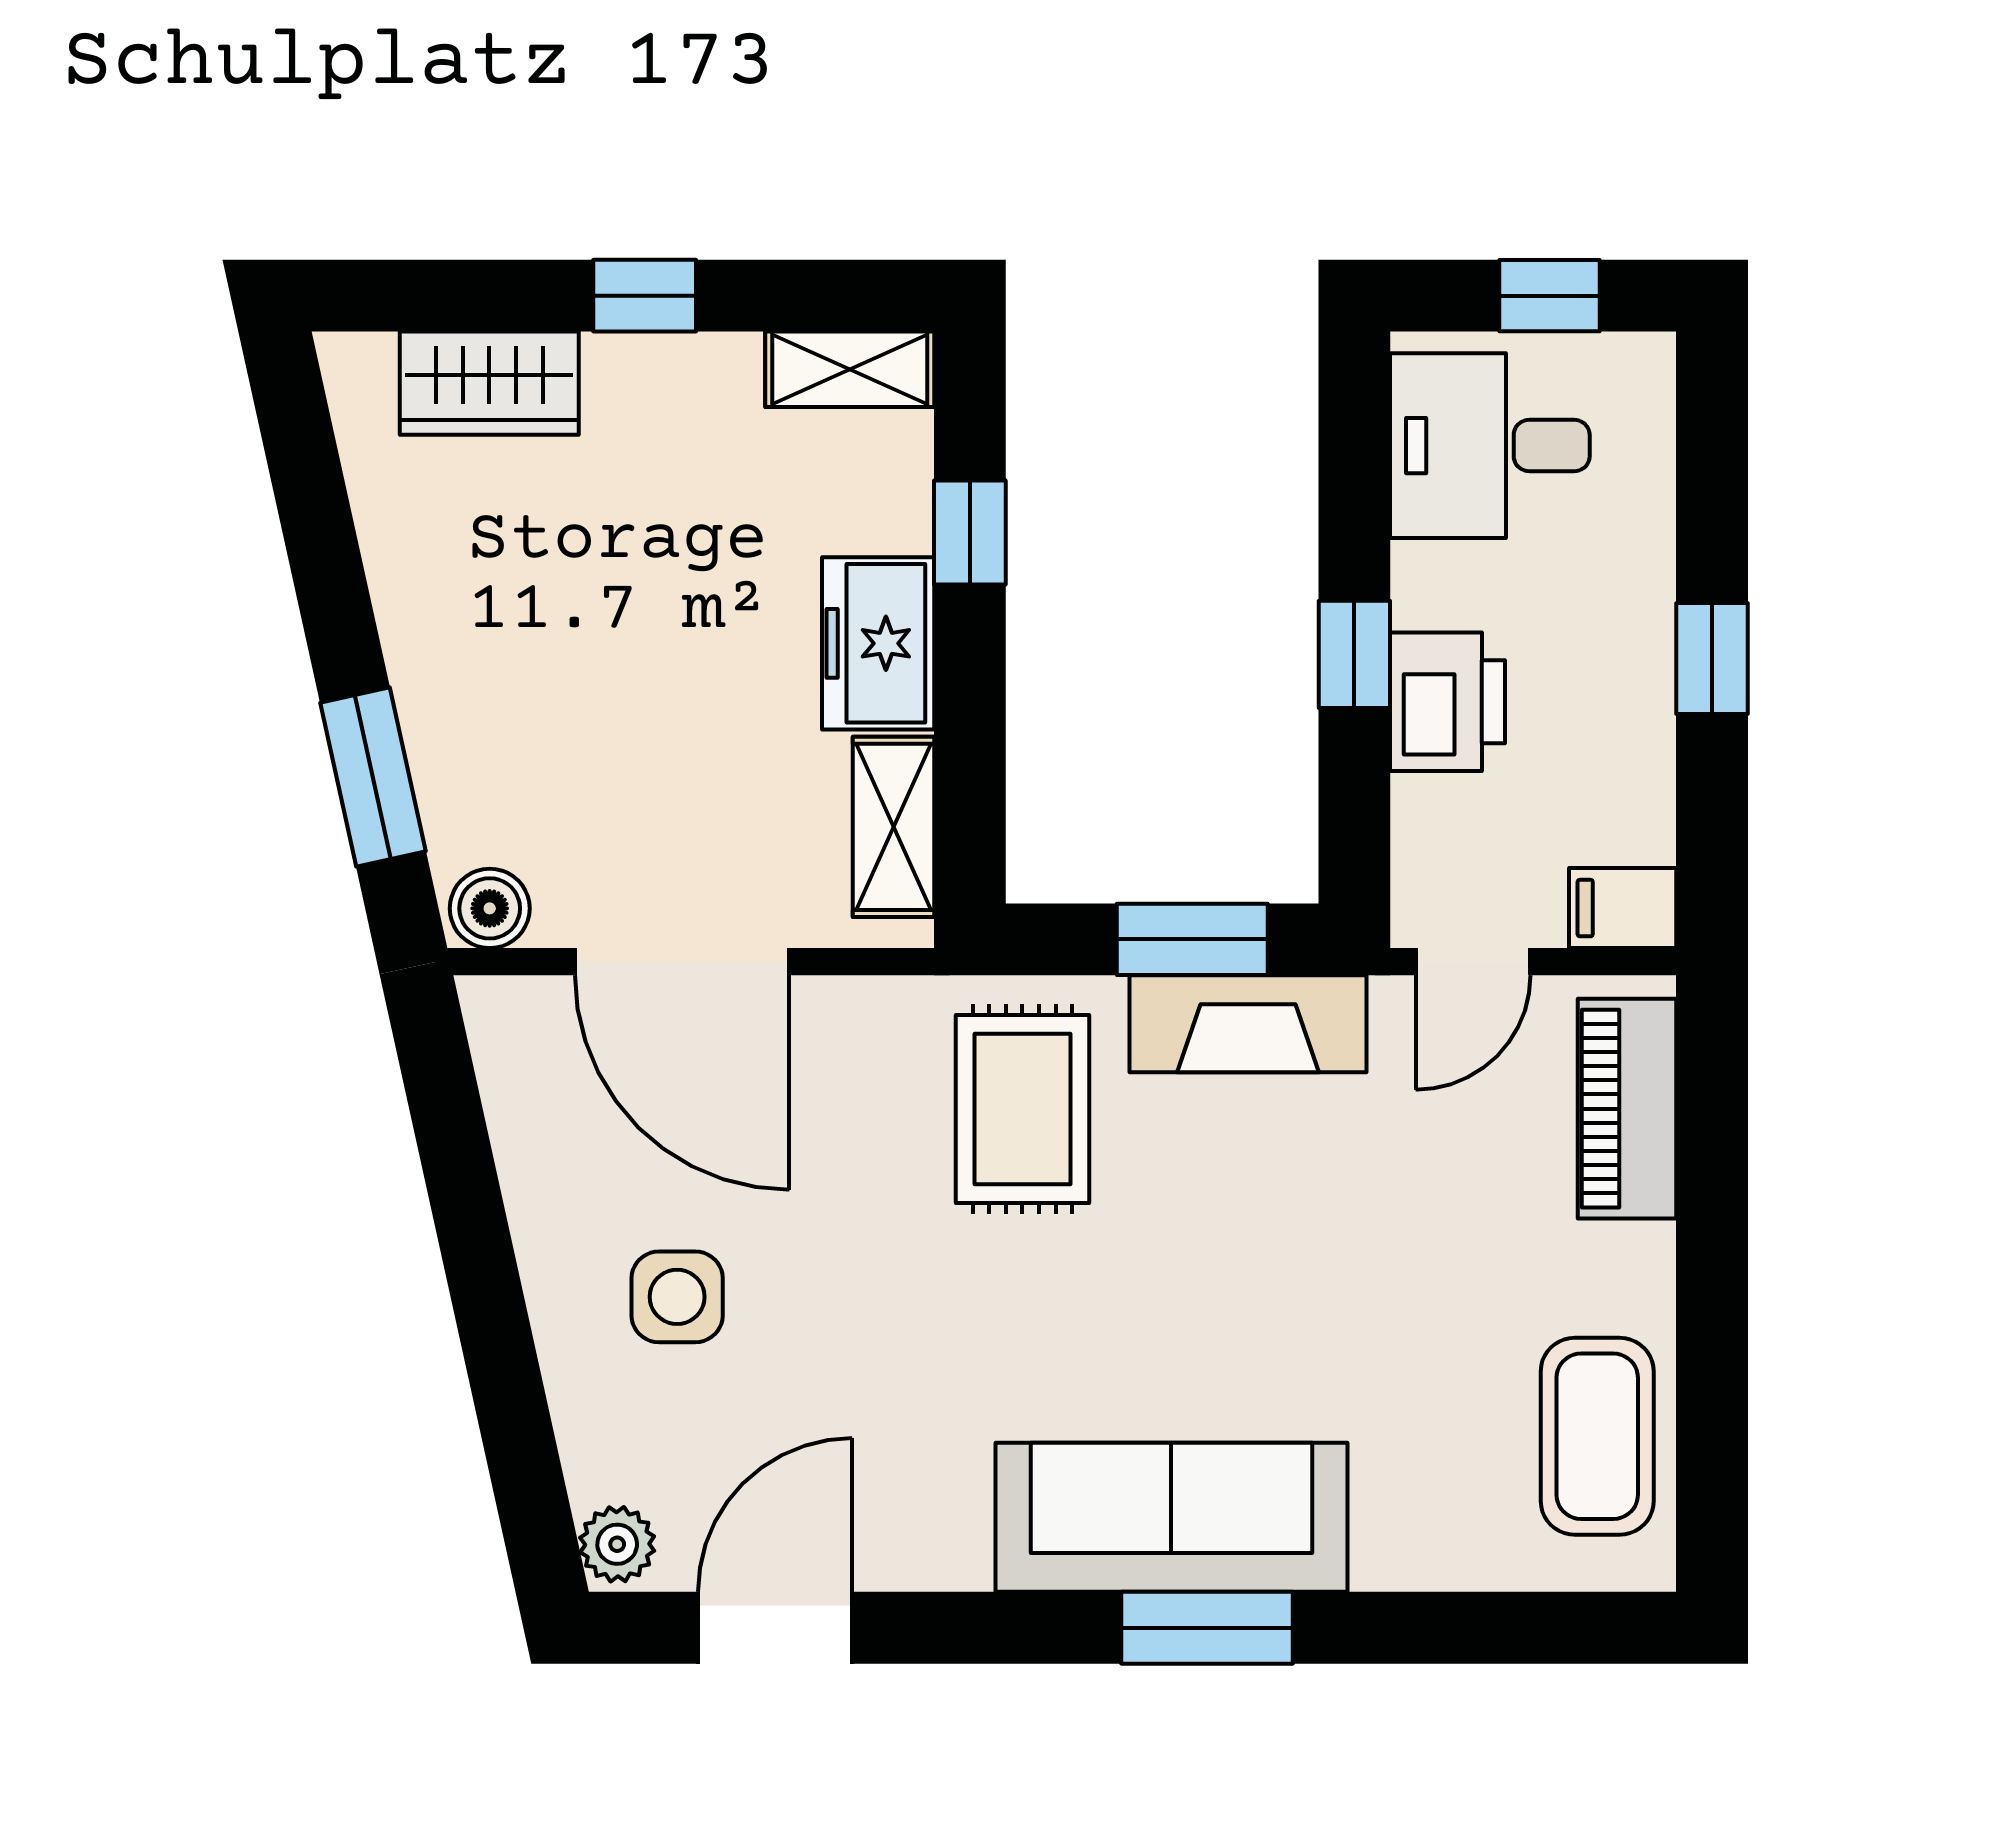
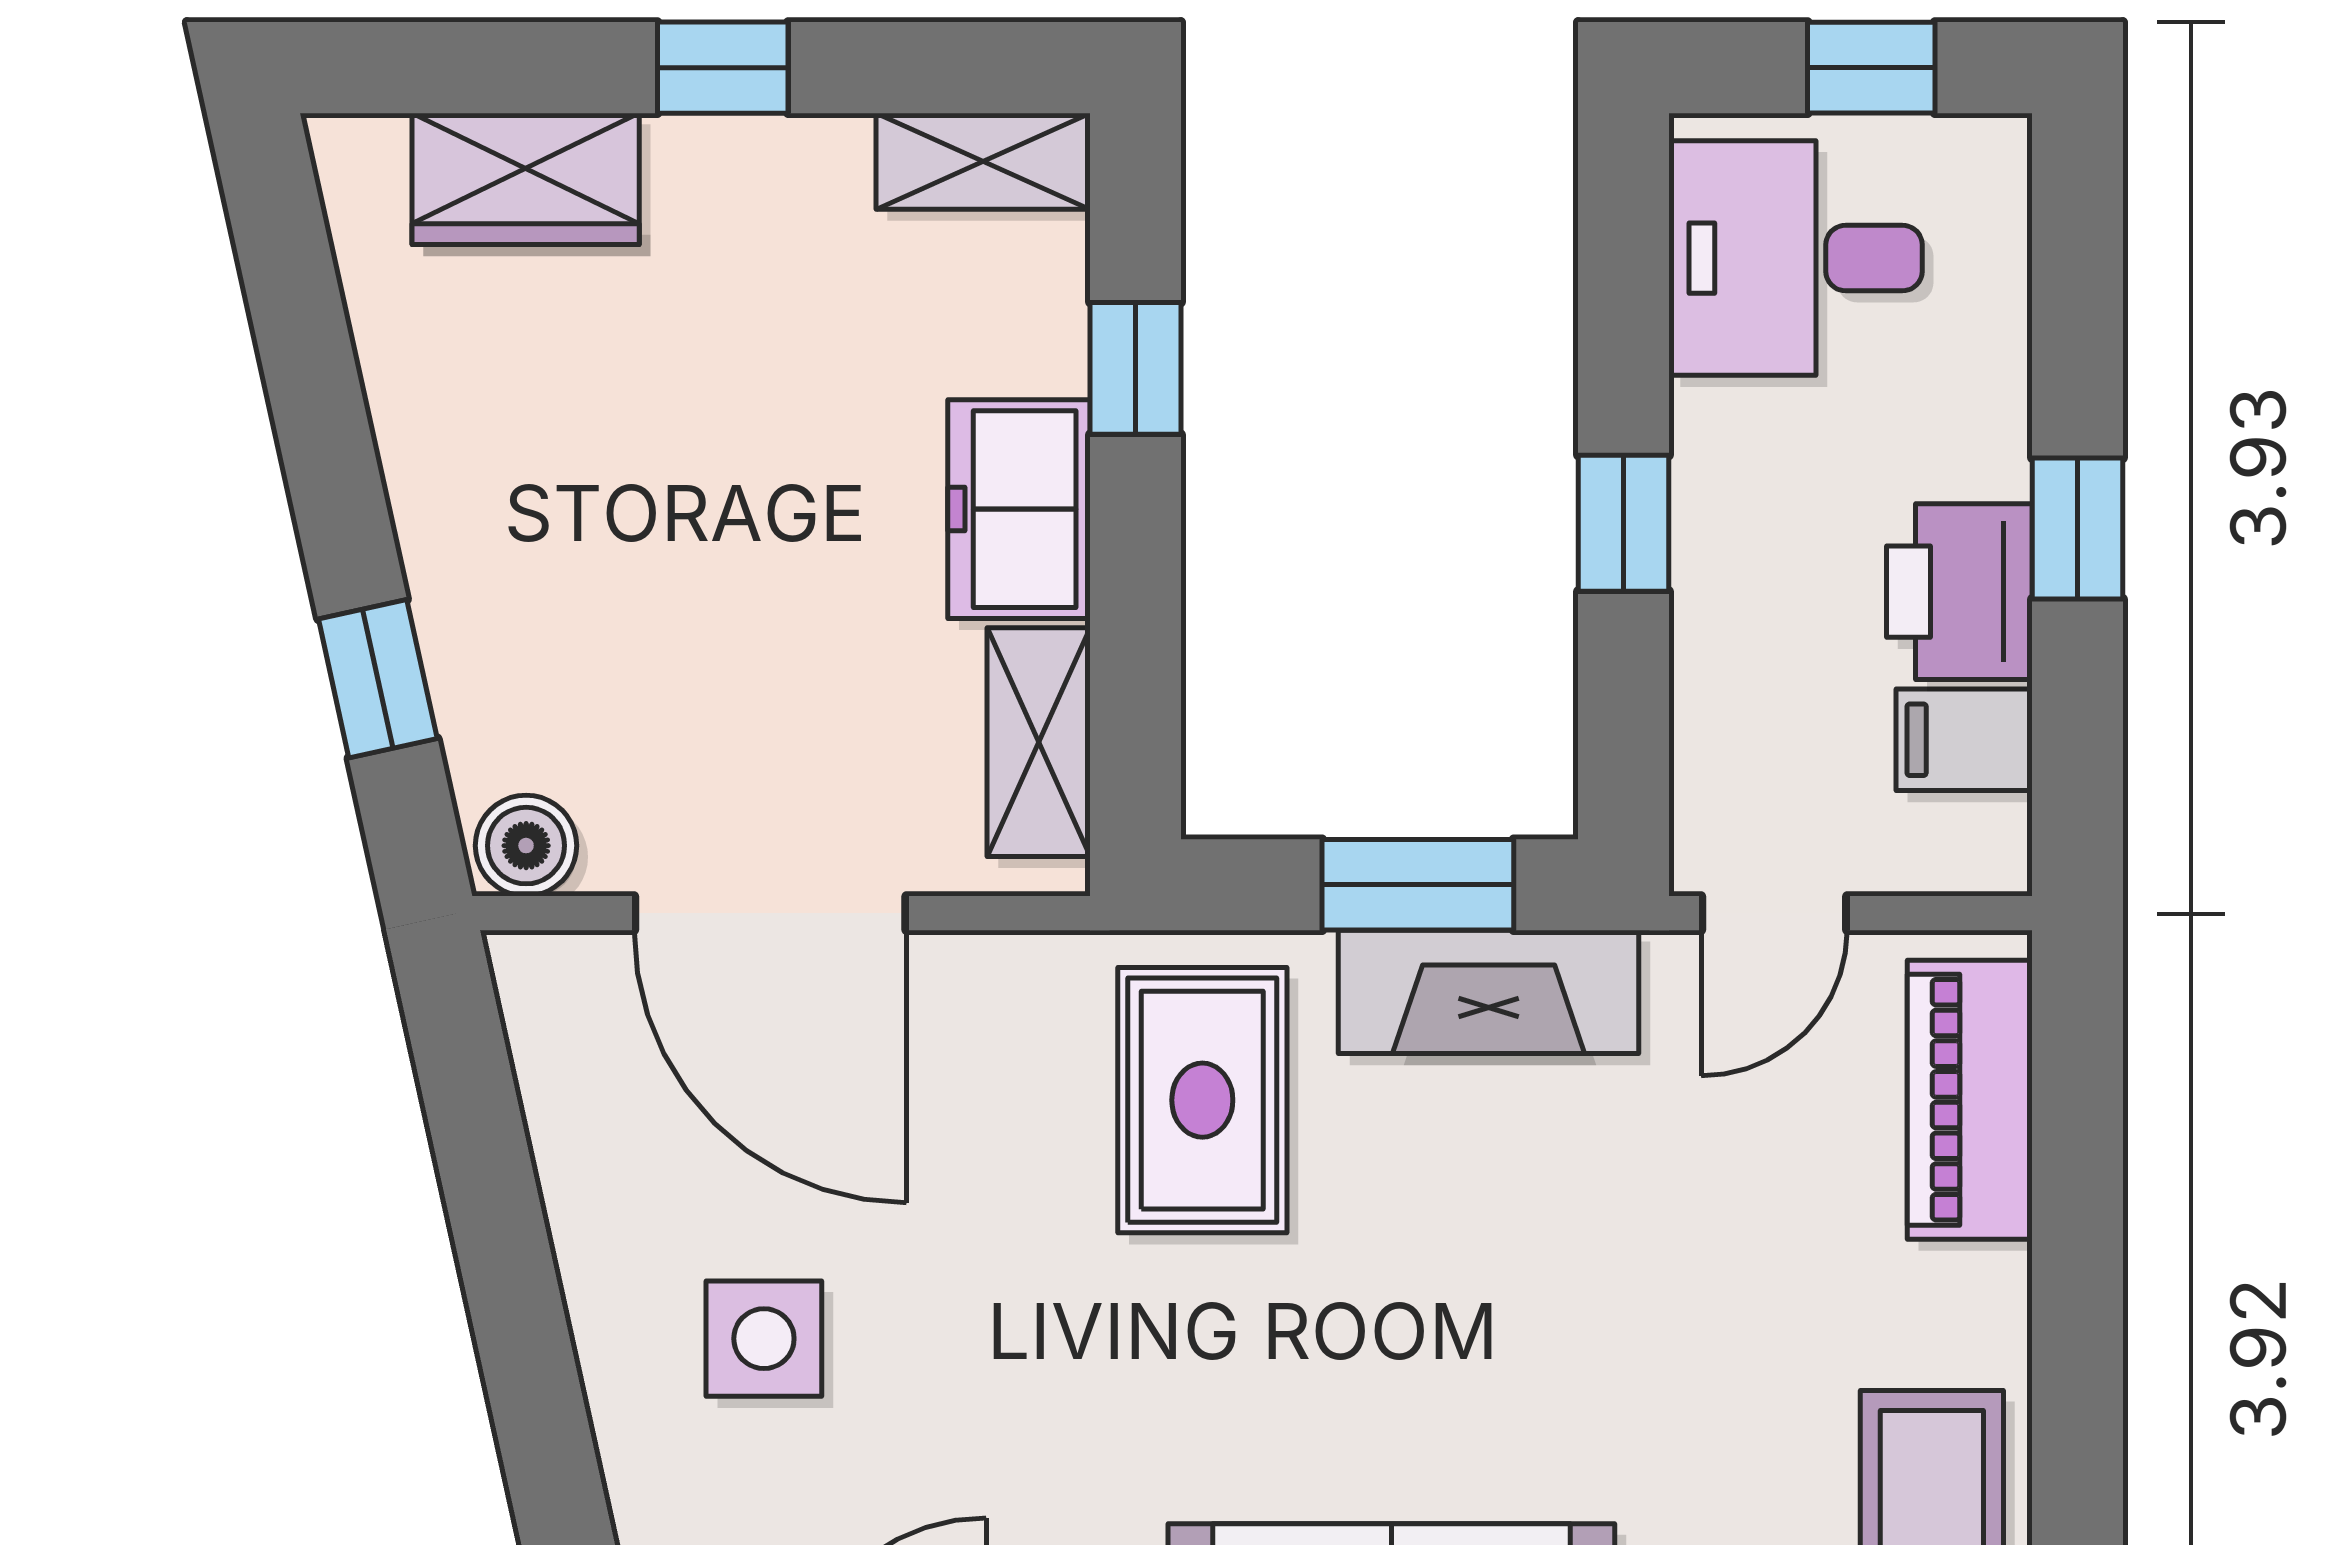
printer: (1447, 702) -> (1959, 592), moved, turned 180
window: (373, 777) -> (378, 679), width x0.67
filing cabinet: (1623, 908) -> (1964, 740), moved

